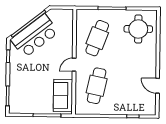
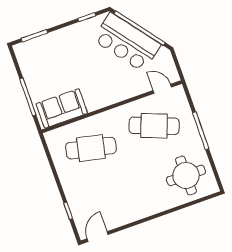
door: (74, 65) -> (162, 89), moved
door: (158, 86) -> (98, 237), moved

